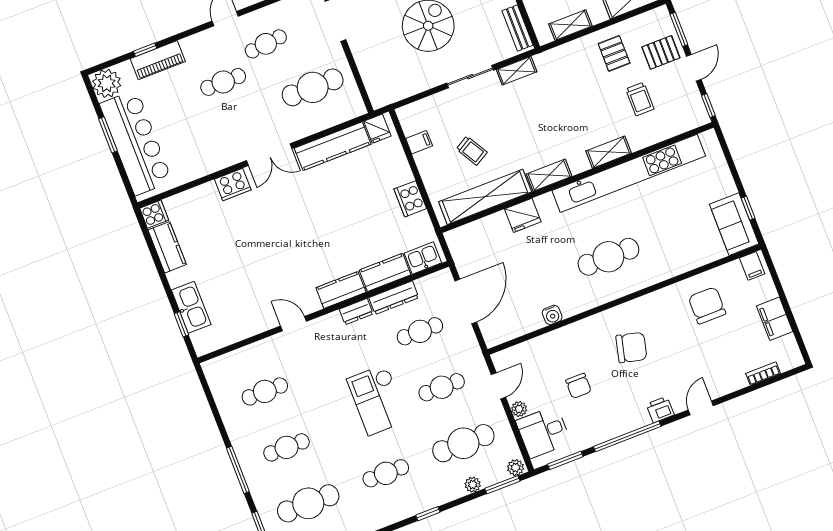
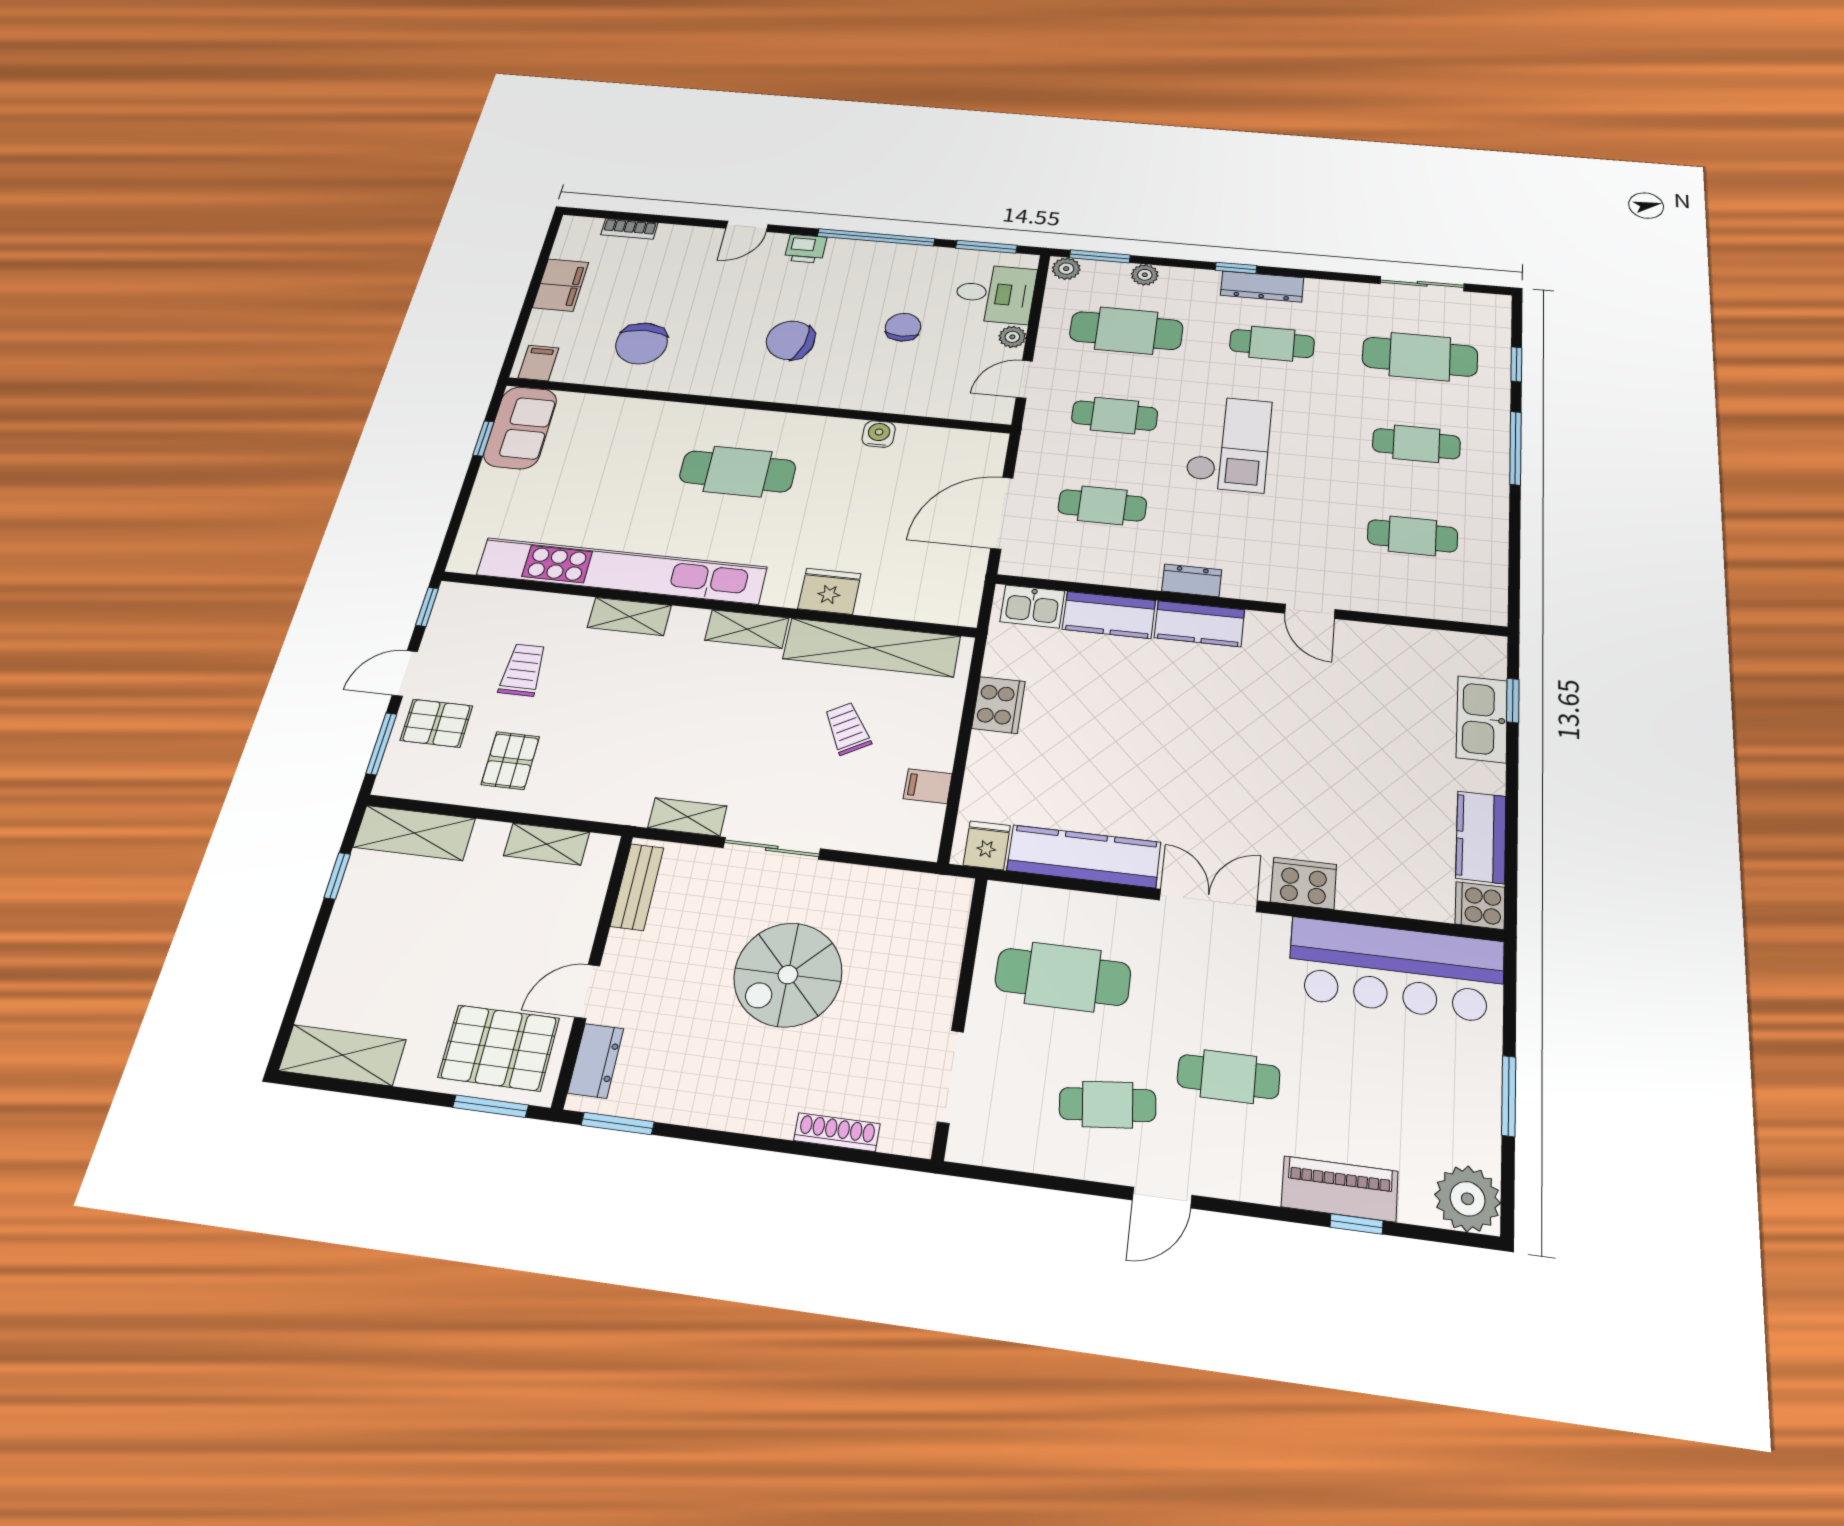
bar counter: (136, 143) -> (1396, 970), moved, turned -90
dresser: (394, 298) -> (1262, 286), moved, turned 180

